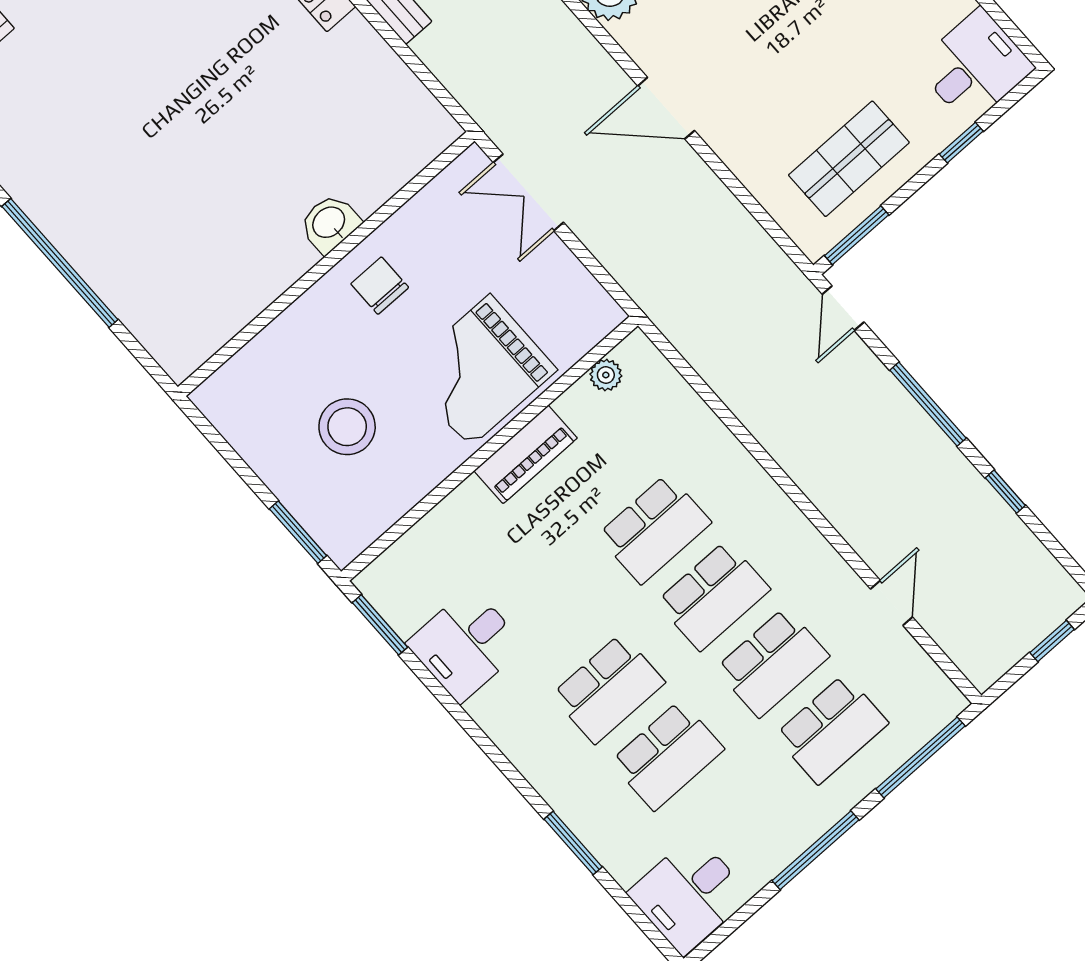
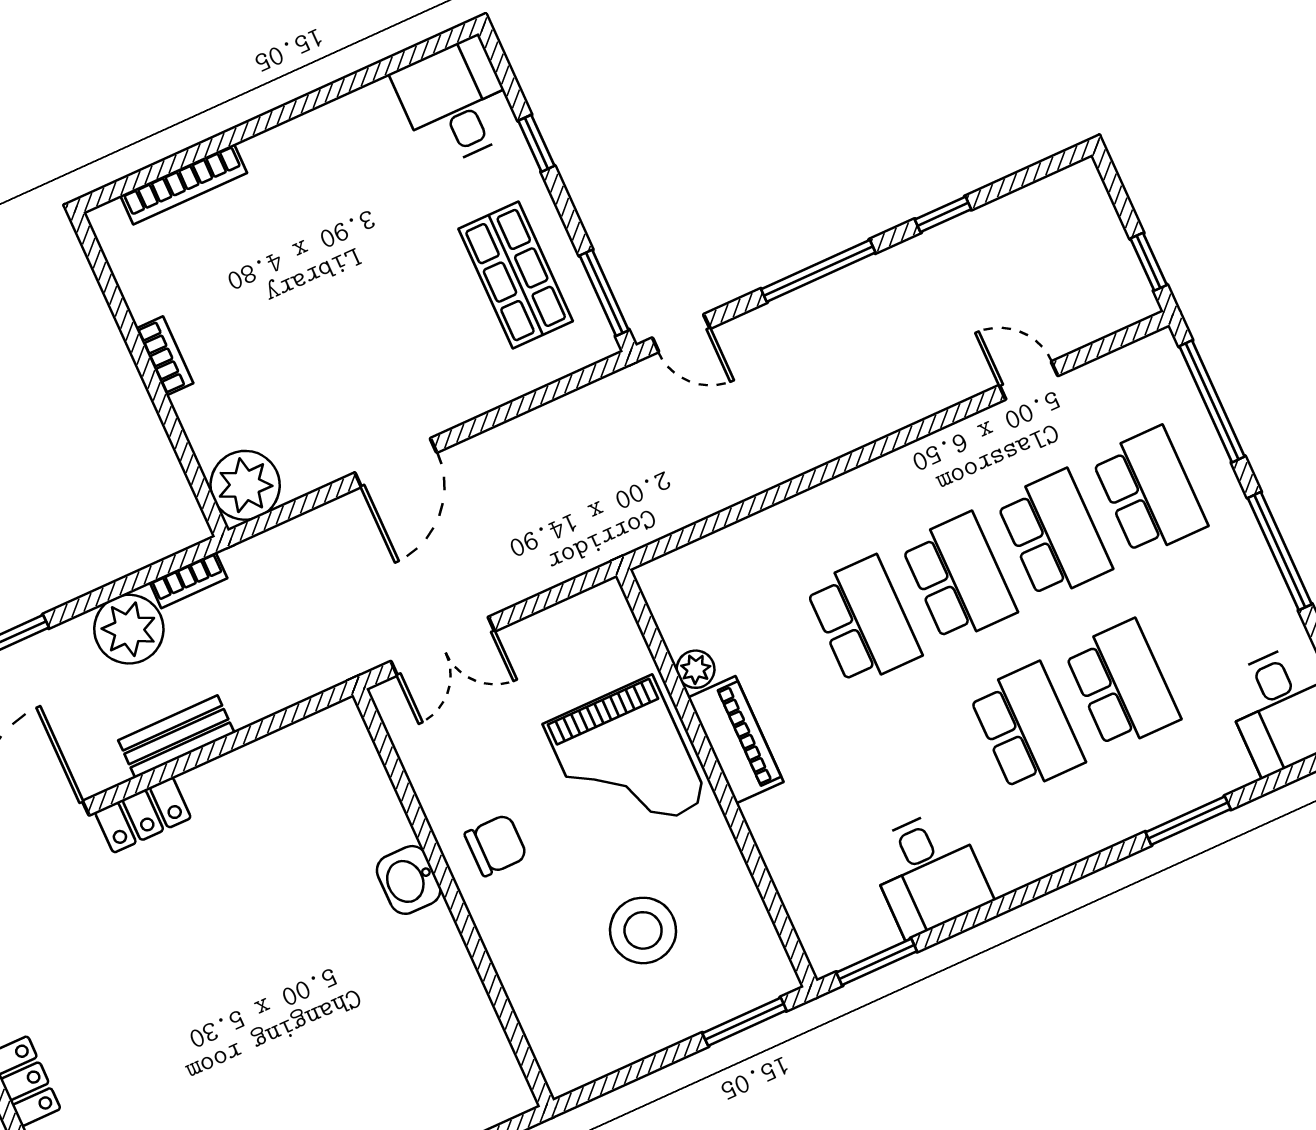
chair: (380, 286) -> (496, 845), turned 180
plant: (606, 375) -> (696, 669), moved
window: (1052, 641) -> (1149, 262), moved

